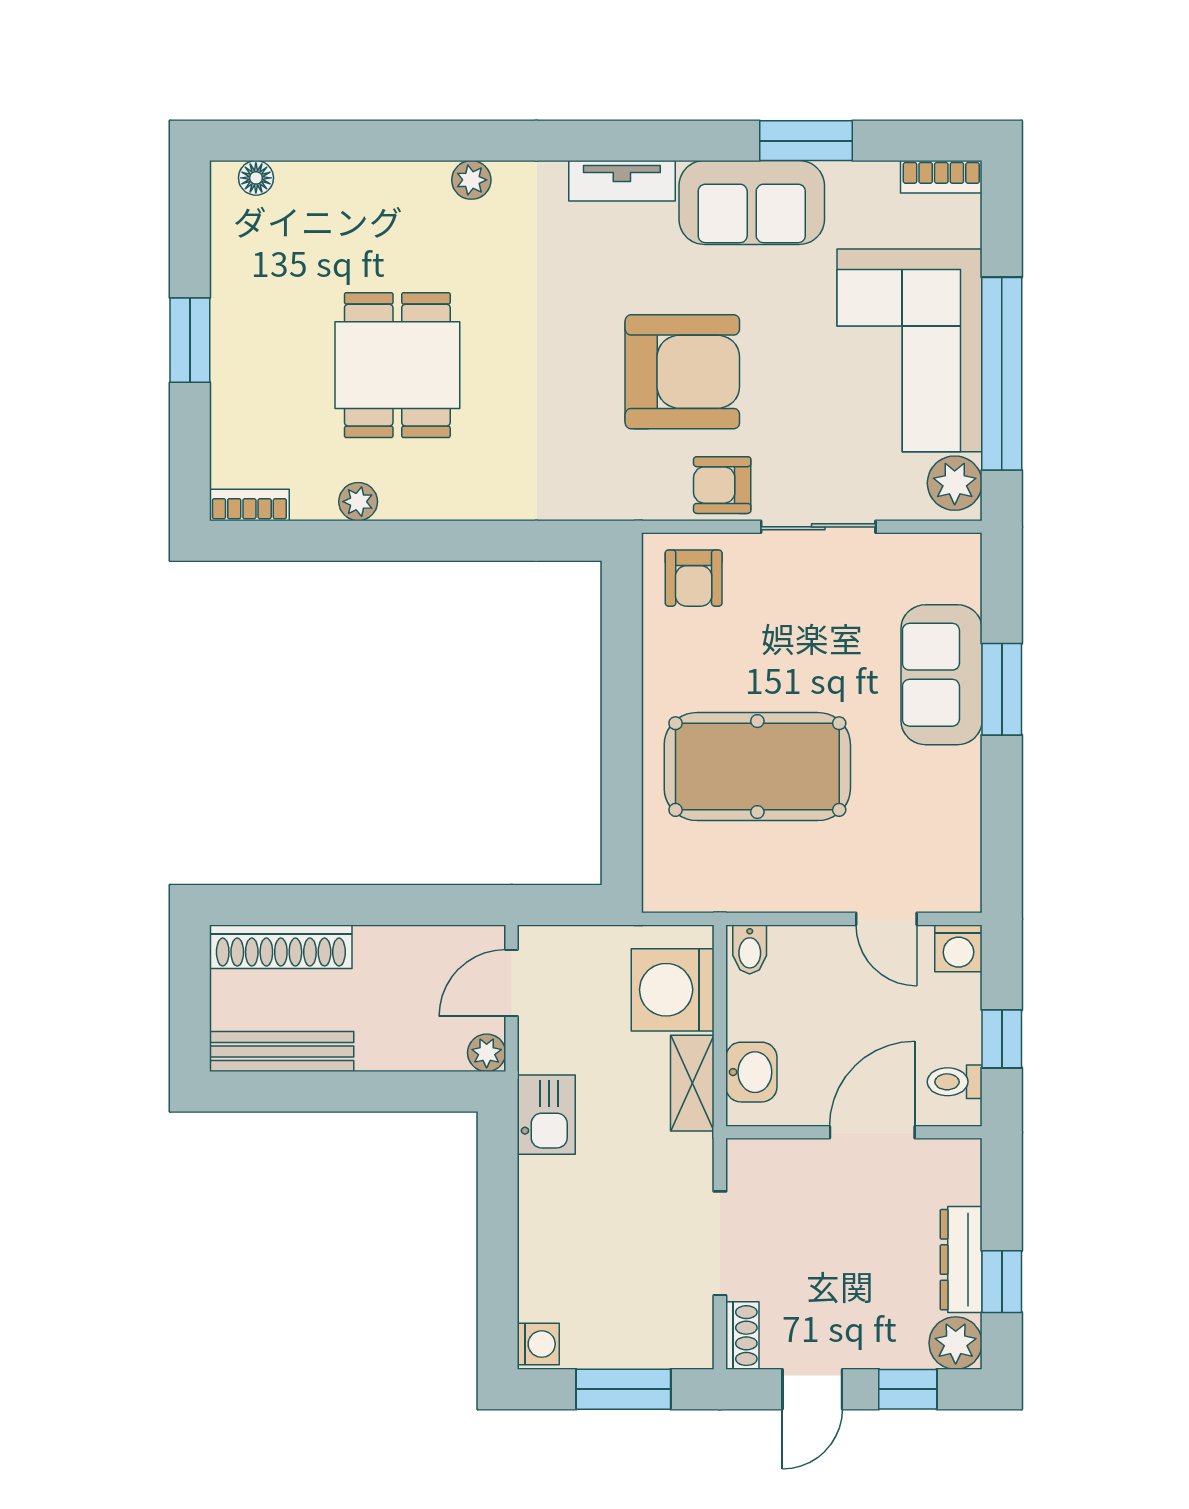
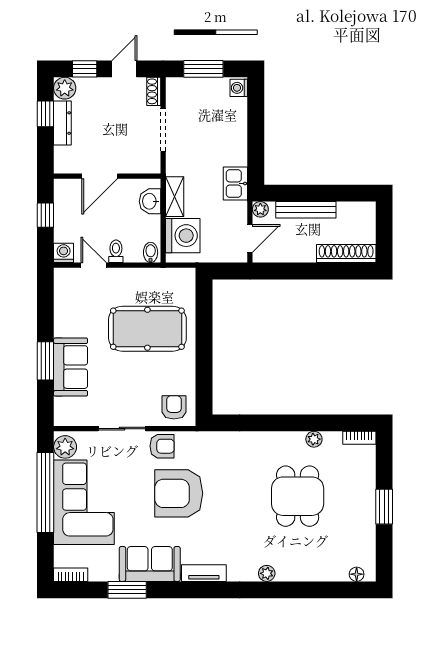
bench: (282, 1052) -> (306, 210), moved
toilet: (955, 1082) -> (116, 251), moved, turned -90

